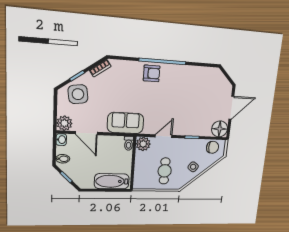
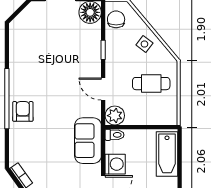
washing machine: (106, 143) -> (115, 164), added

